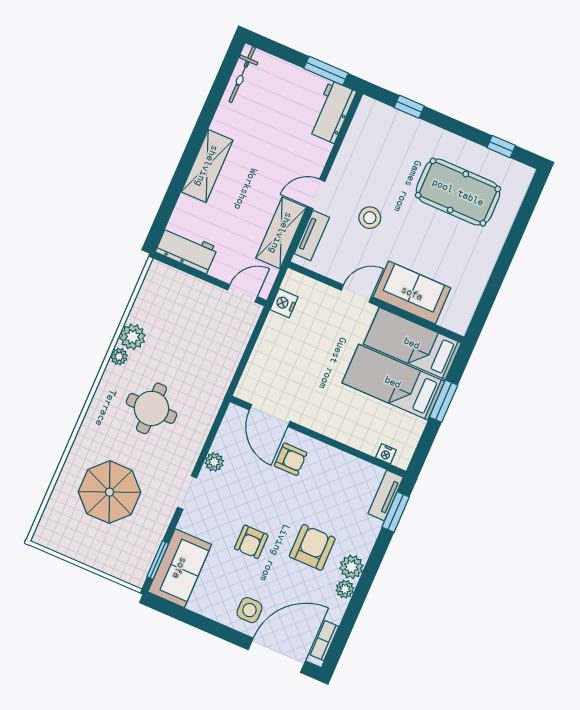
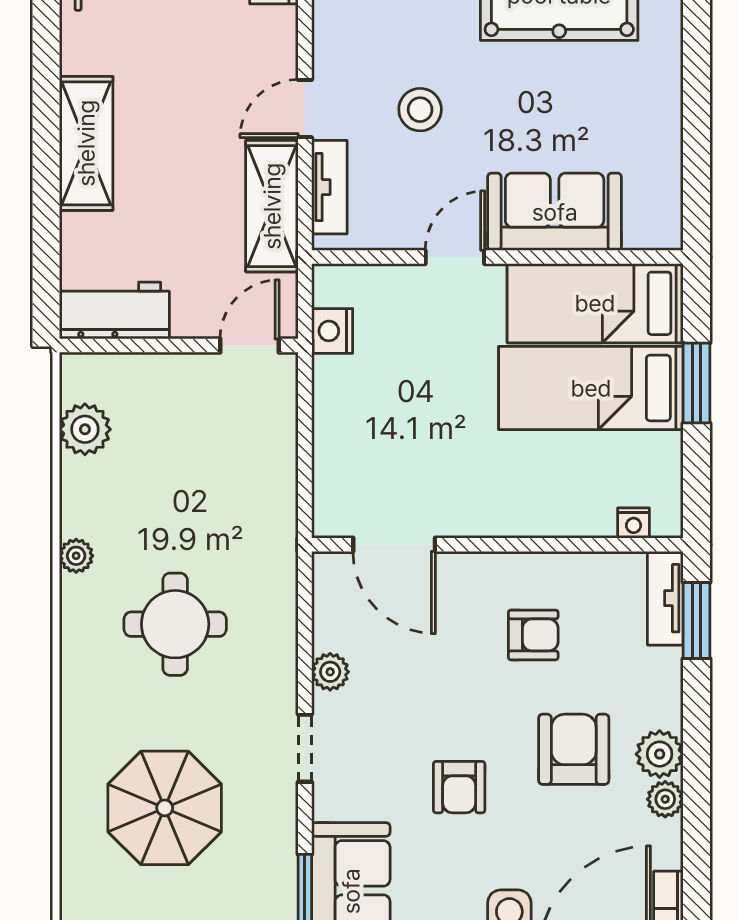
plant: (132, 337) -> (85, 429), moved
armchair: (291, 459) -> (533, 635), moved

